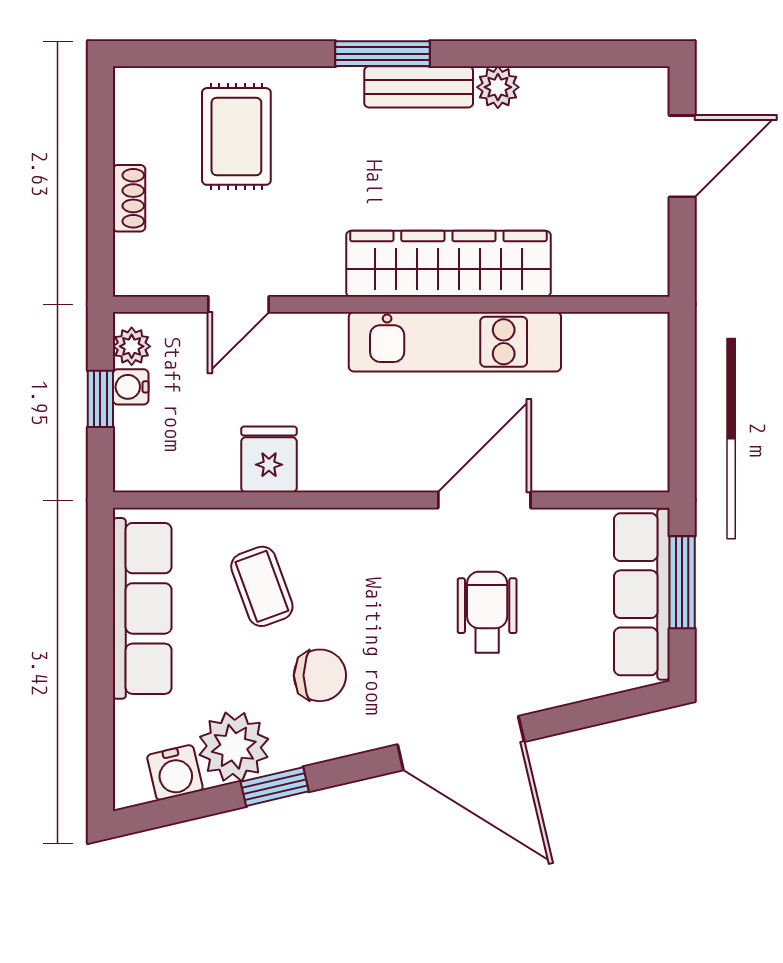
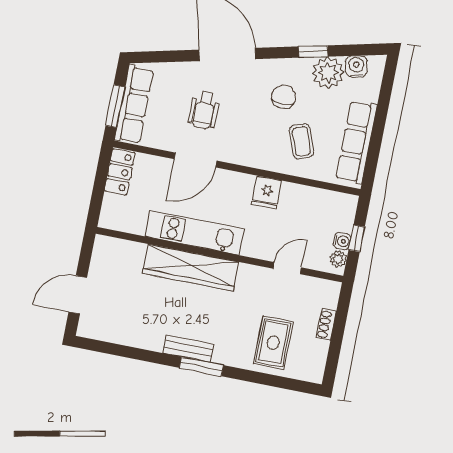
plant: (498, 87) -> (153, 342), removed
locker: (644, 442) -> (120, 172), added
fridge: (269, 459) -> (267, 193), moved
chair: (320, 675) -> (284, 97), turned 90

